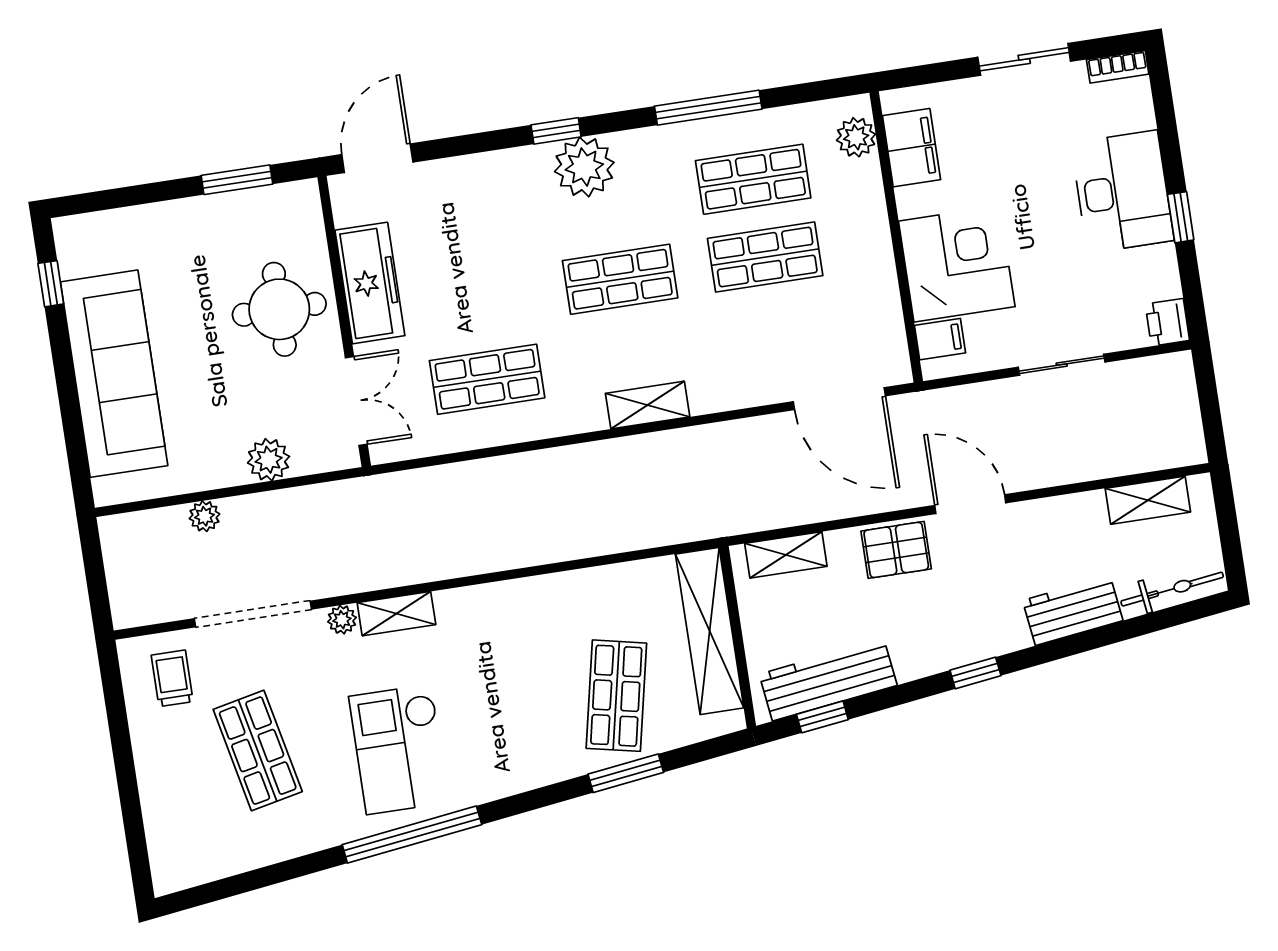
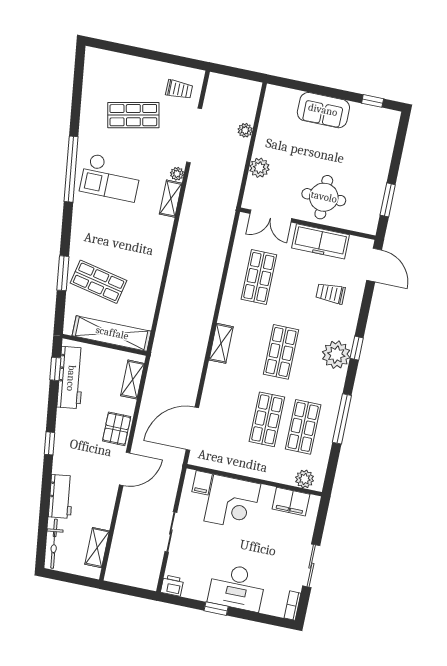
trolley: (466, 224) -> (331, 293), added
sofa: (114, 374) -> (323, 110), width x0.54, depth x0.79
checkout: (399, 749) -> (111, 177), turned 180

